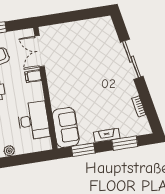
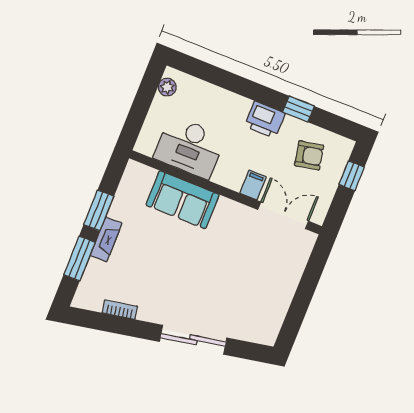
sofa: (66, 127) -> (183, 200), moved
window: (83, 150) -> (99, 210), moved

